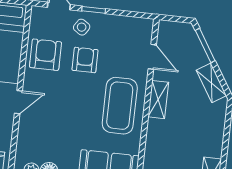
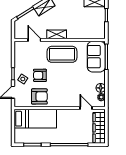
armchair: (45, 55) -> (39, 96), turned 180
door: (152, 57) -> (34, 40), hinge flipped
door: (18, 102) -> (86, 108), moved

